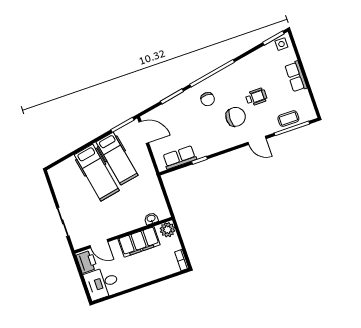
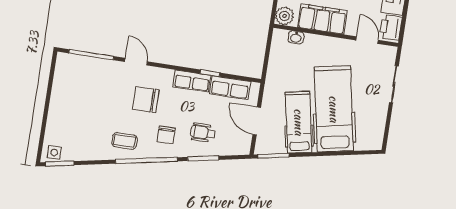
row of seats: (296, 77) -> (192, 81), moved, turned 90
wheelchair: (256, 97) -> (203, 133), moved
chair: (208, 99) -> (166, 135), turned 180
coffee table: (288, 119) -> (124, 141), moved
door: (144, 132) -> (257, 121), moved
hospital bed: (97, 173) -> (334, 109), width x1.37, depth x1.29

